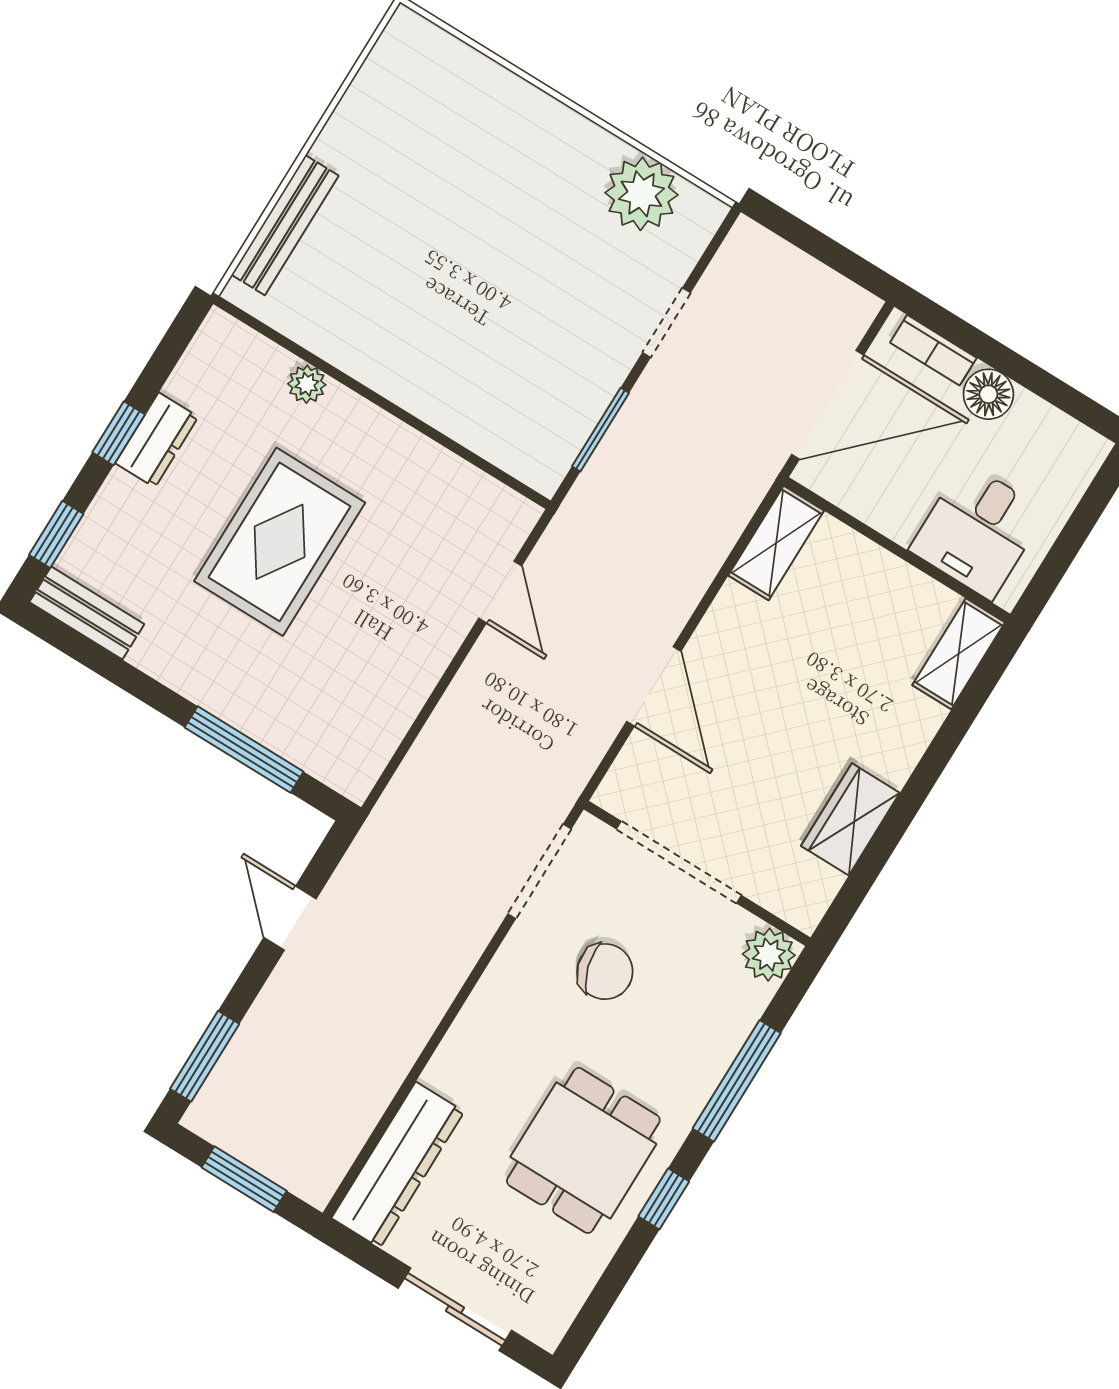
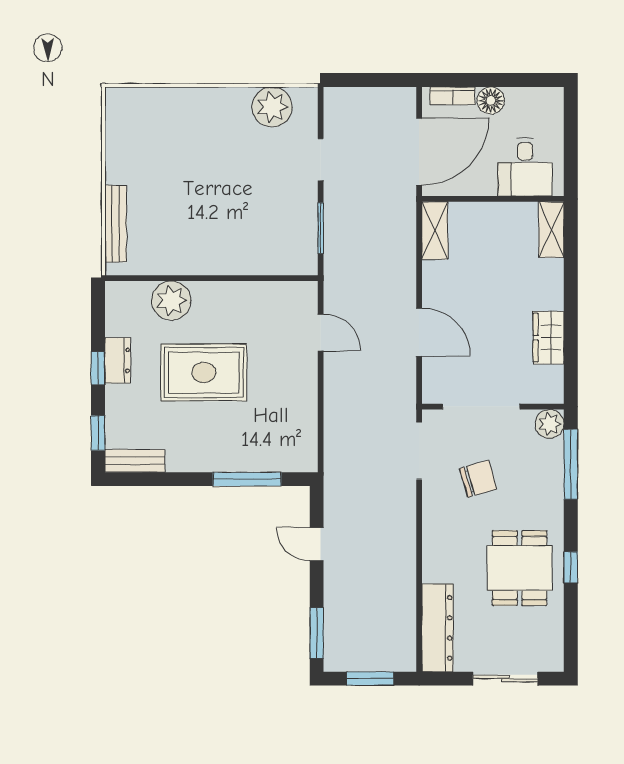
plant: (307, 384) -> (171, 301), width x1.88, depth x1.88
rug: (280, 542) -> (204, 372), turned 90
window: (737, 1081) -> (571, 464), moved

